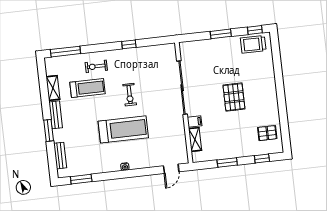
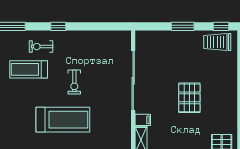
window: (129, 44) -> (58, 26), moved
treadmill: (88, 88) -> (29, 69), turned 180

